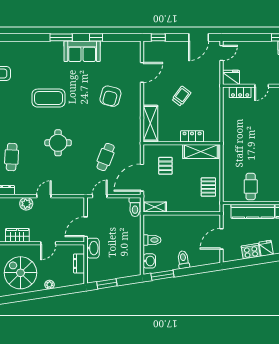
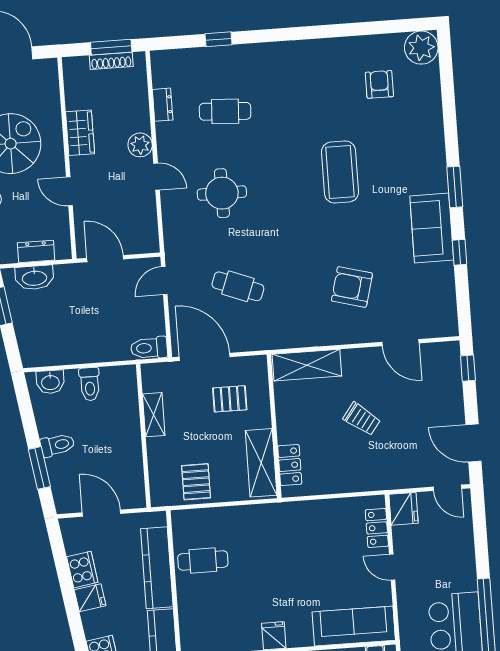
locker: (192, 136) -> (290, 465), moved
round table: (58, 143) -> (222, 193), moved
pallet: (208, 187) -> (196, 482), turned 90
door: (100, 196) -> (164, 281), swing flipped
shelving: (155, 207) -> (154, 415), moved
washbasin: (93, 248) -> (34, 278), moved
window: (162, 275) -> (39, 468), moved

